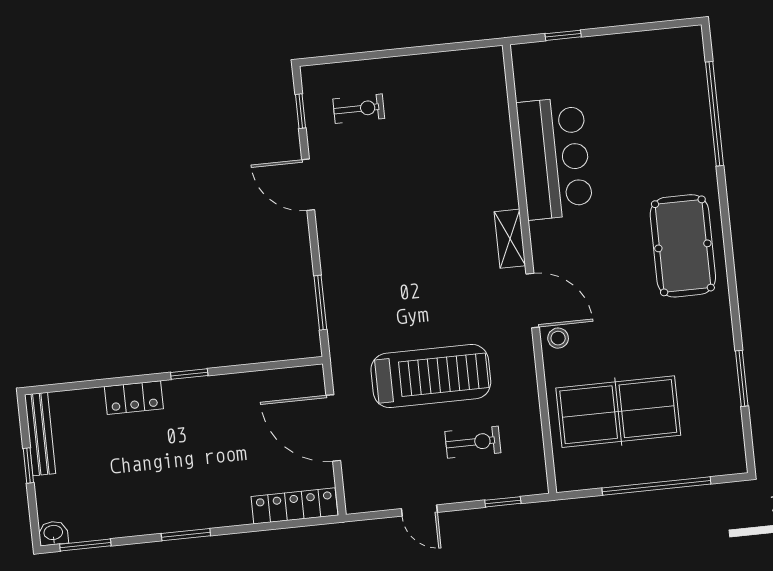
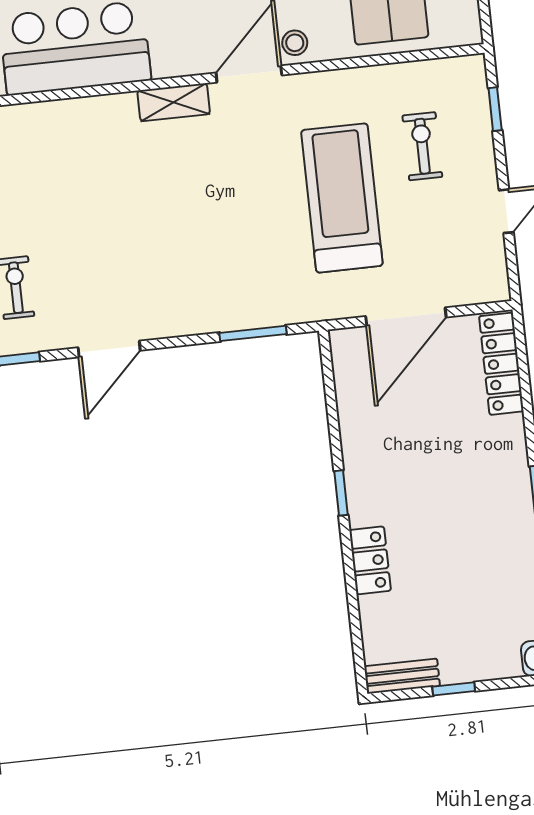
bench: (40, 434) -> (402, 676), width x0.73

